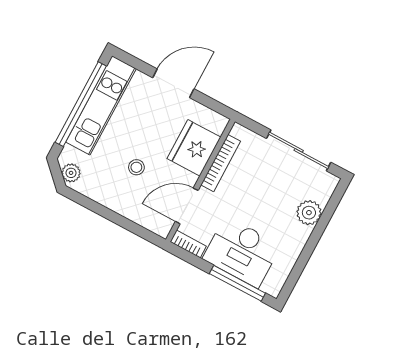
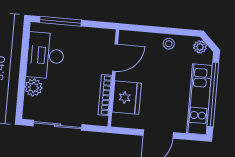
stool: (136, 167) -> (169, 44), moved
bookcase: (188, 244) -> (104, 33), removed
desk: (242, 252) -> (45, 56), moved, turned -90

